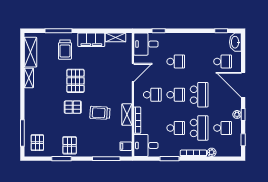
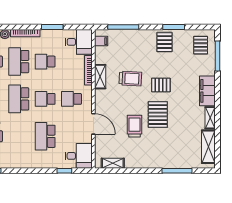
filing cabinet: (91, 40) -> (207, 91), moved, turned -90
trolley: (65, 50) -> (134, 126), moved
school desk: (176, 61) -> (45, 136), width x1.85
door: (133, 73) -> (93, 124), swing flipped

